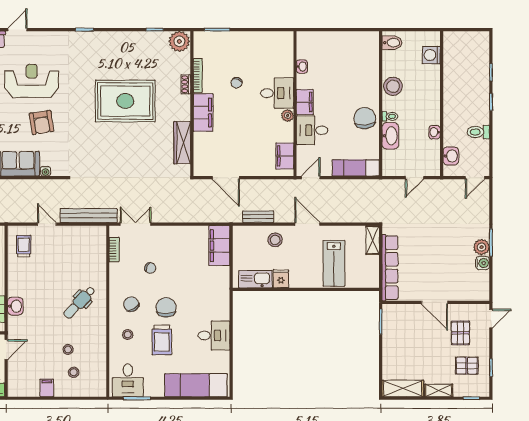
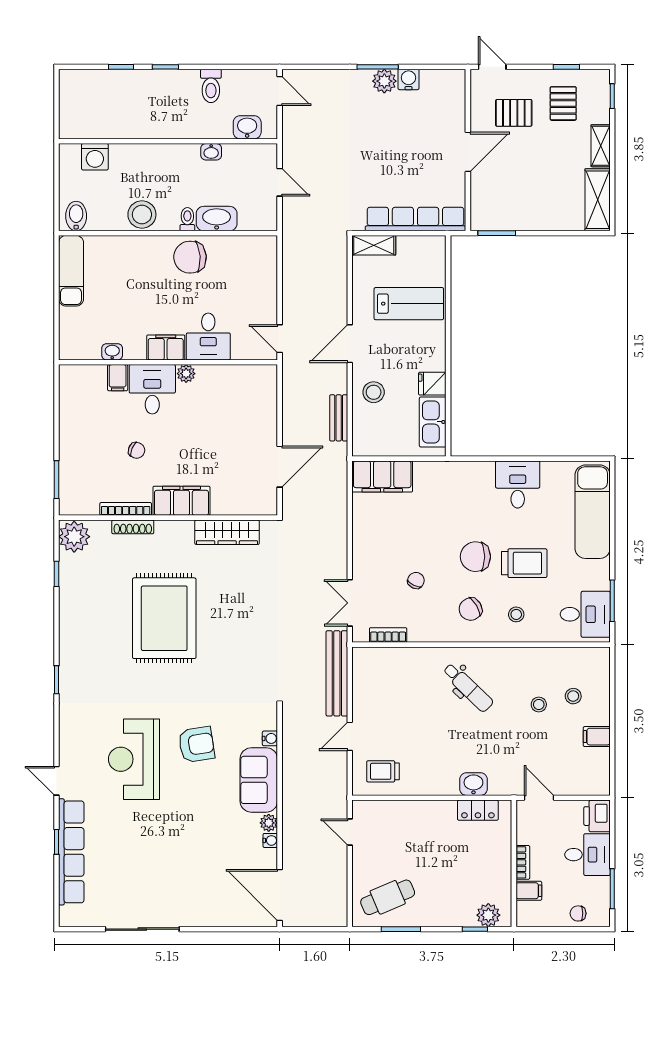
shoe rack: (186, 84) -> (133, 527), width x1.43
filing cabinet: (285, 156) -> (118, 378), moved, width x0.50
exam couch: (356, 168) -> (71, 271), moved, turned 180

